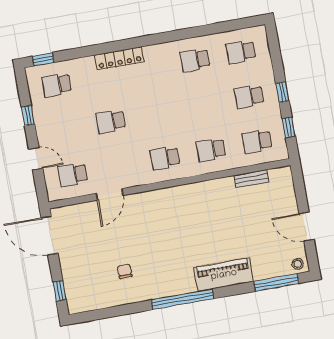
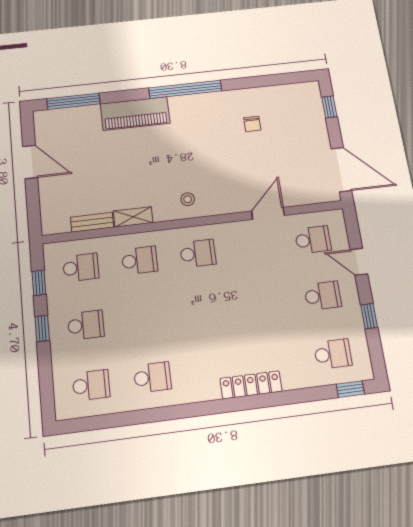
school desk: (111, 121) -> (323, 296), moved
shelving: (219, 185) -> (133, 217), added
stool: (298, 264) -> (188, 199), moved

